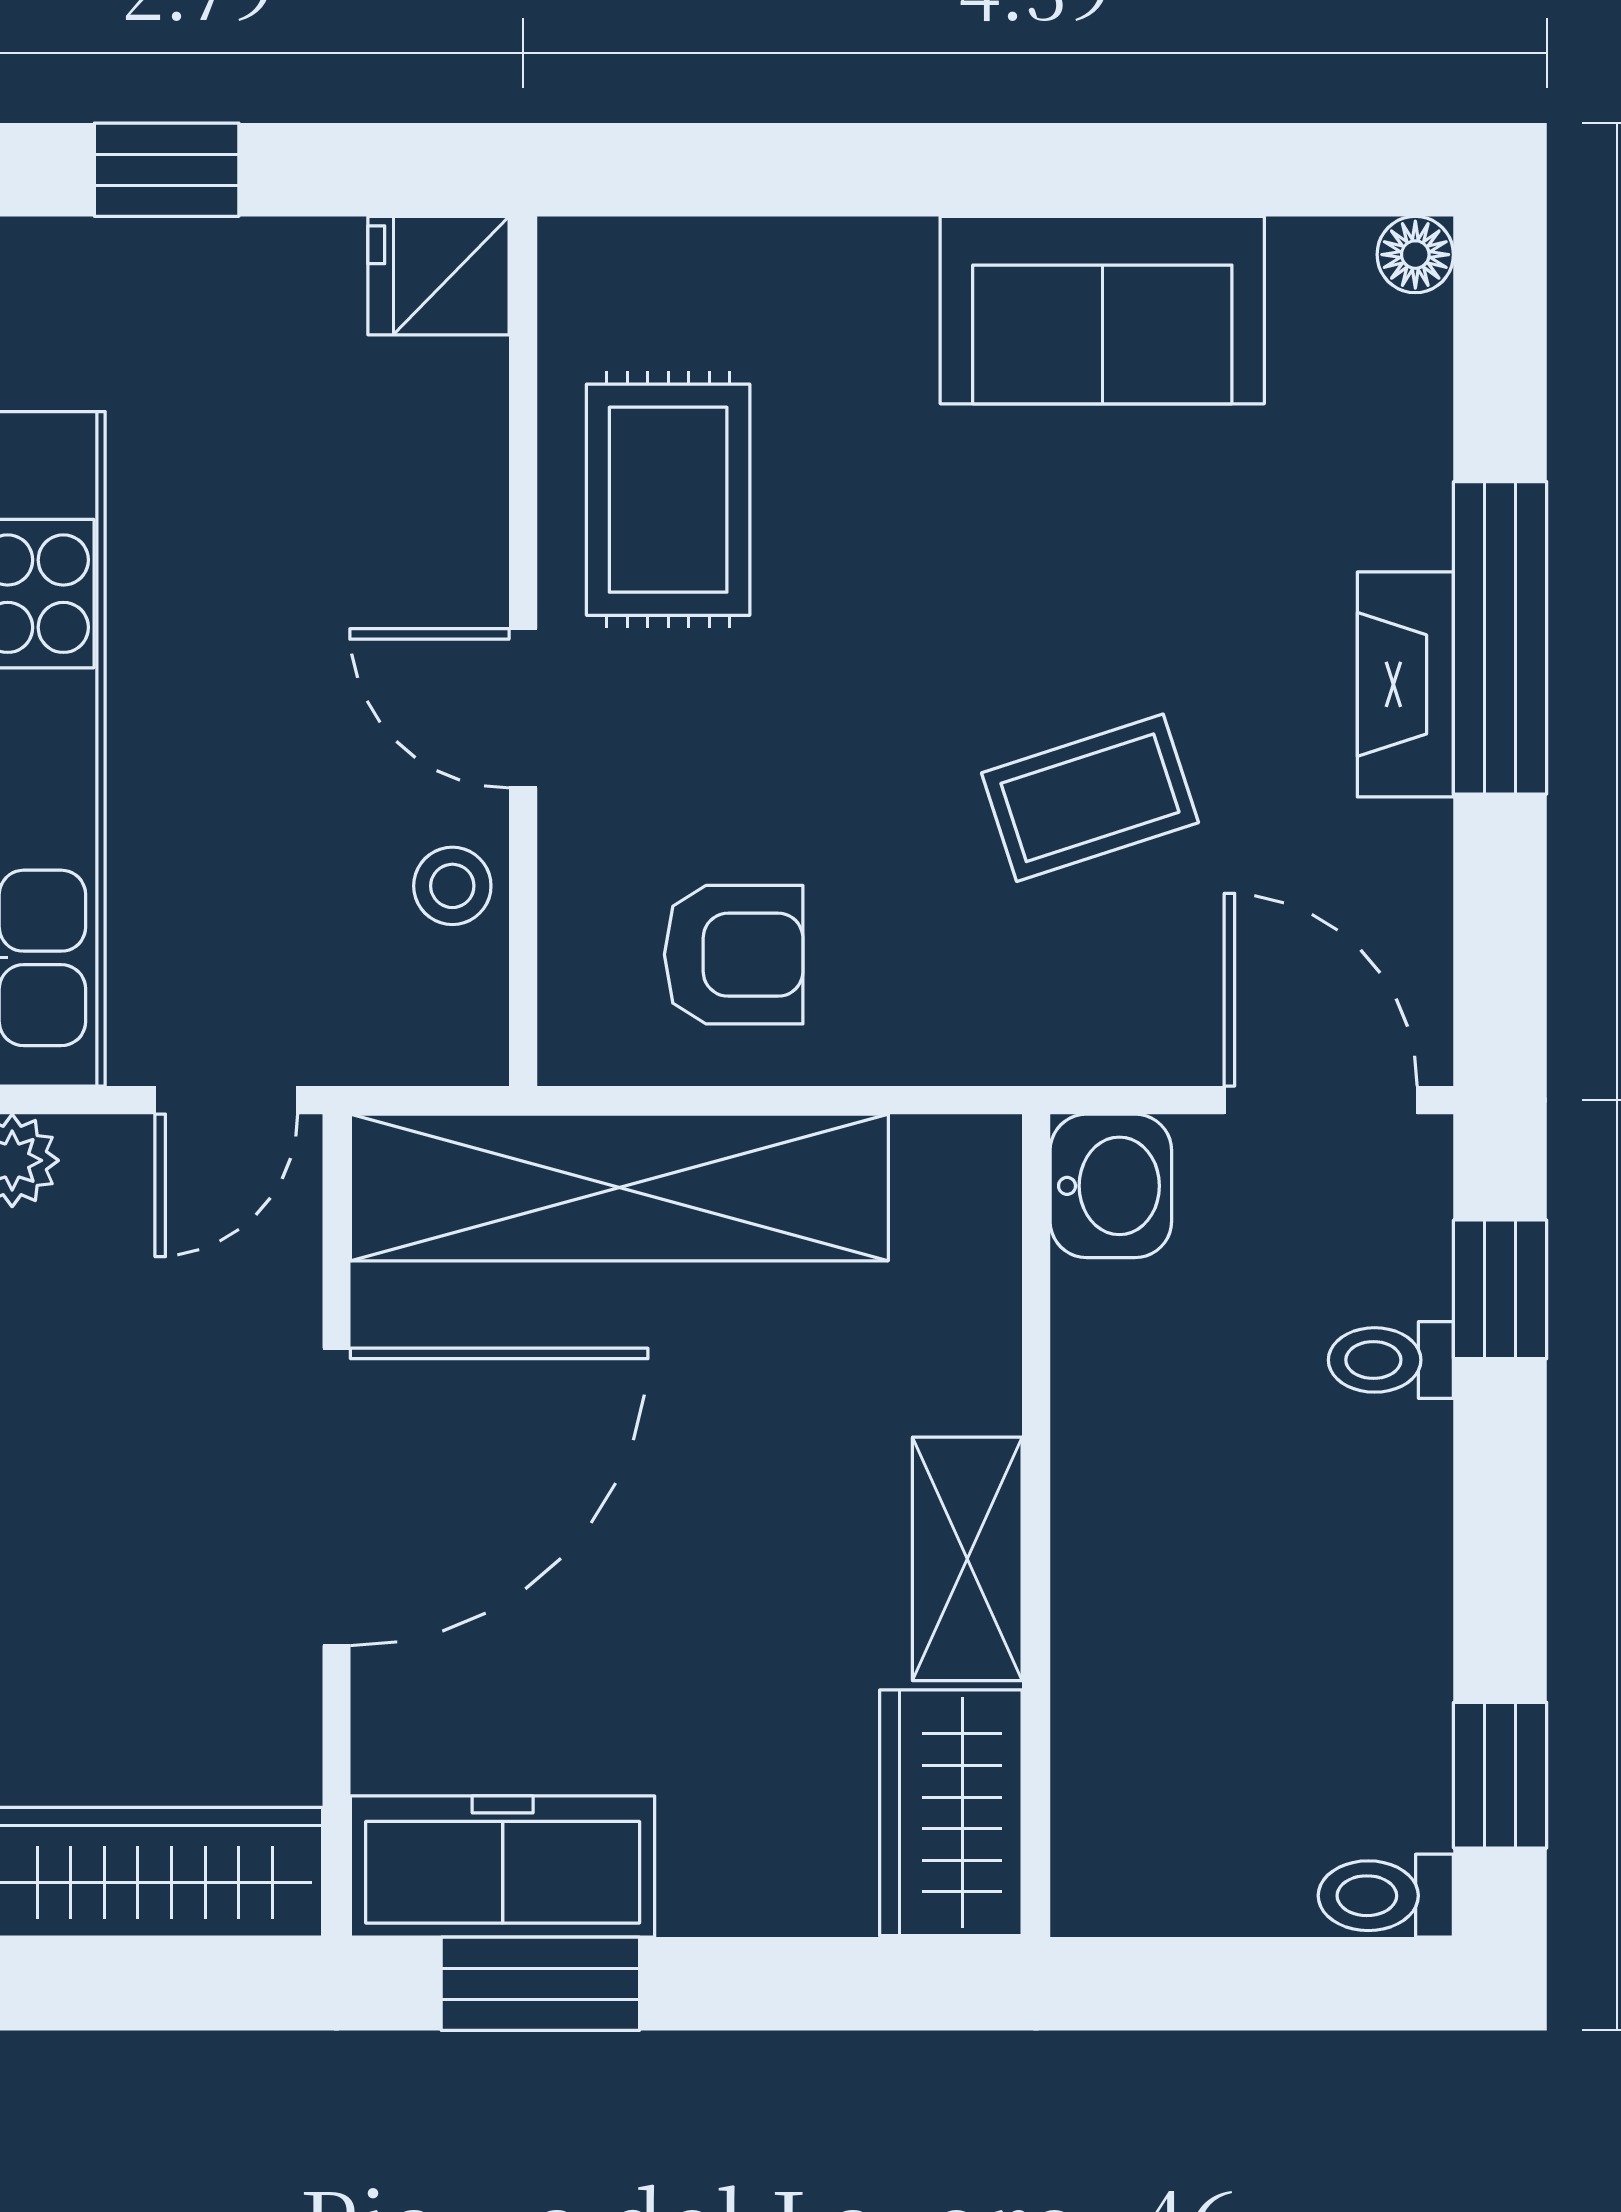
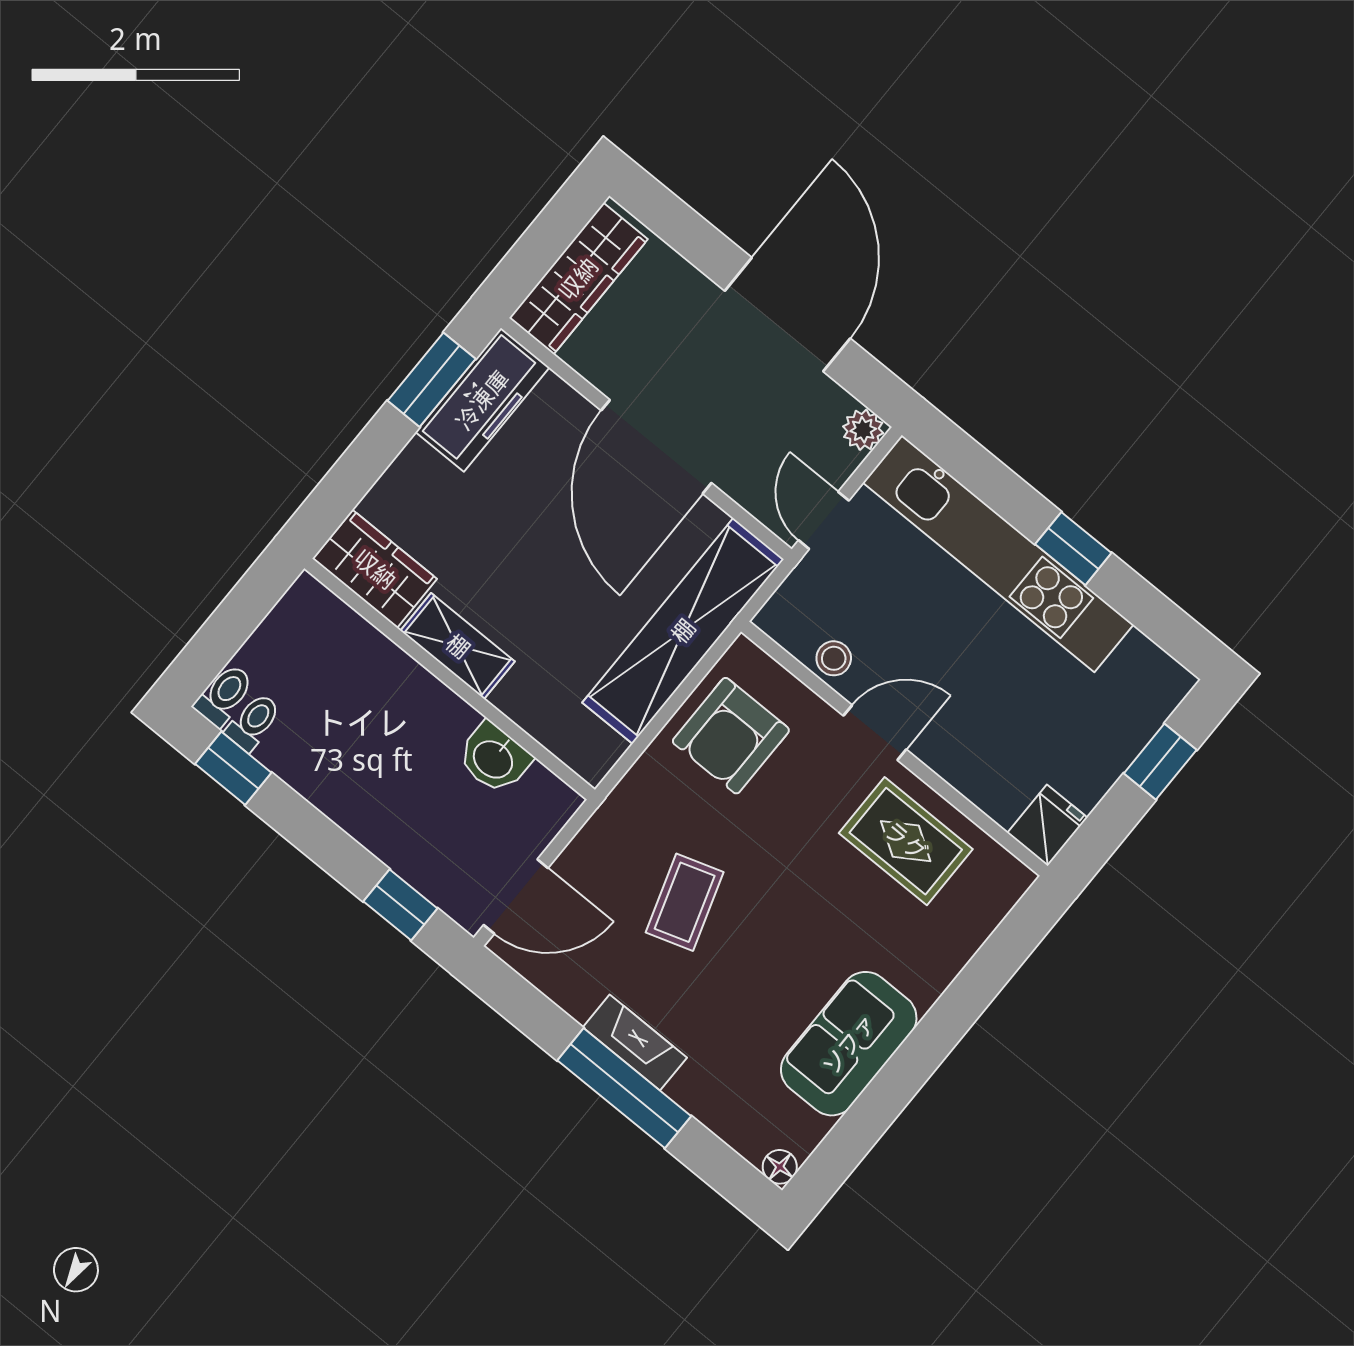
armchair: (734, 955) -> (731, 736), width x1.38, depth x1.38
washbasin: (1111, 1186) -> (494, 758), moved
toilet: (1391, 1360) -> (253, 722), moved

